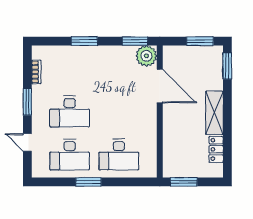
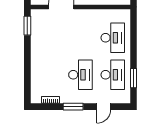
window: (84, 41) -> (27, 64), removed
plant: (146, 56) -> (39, 17), removed
window: (88, 182) -> (133, 78), moved

